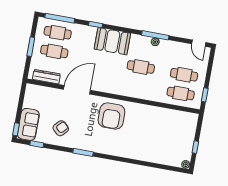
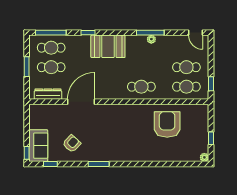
cafe table: (141, 67) -> (141, 87), moved
armchair: (111, 116) -> (167, 124), moved, turned 180

